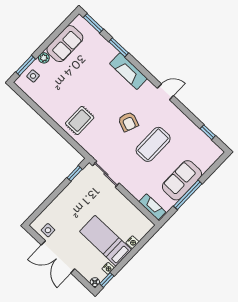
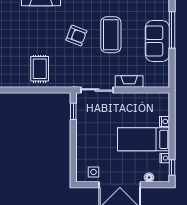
window: (188, 195) -> (172, 30), moved
fireplace: (152, 207) -> (129, 81), moved
floor lamp: (95, 282) -> (149, 177), moved

